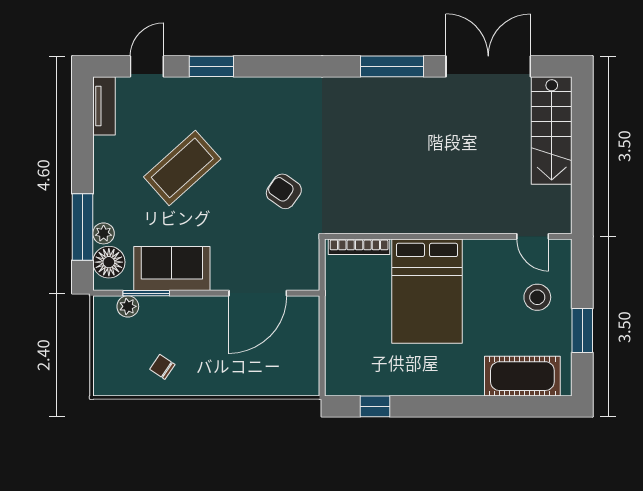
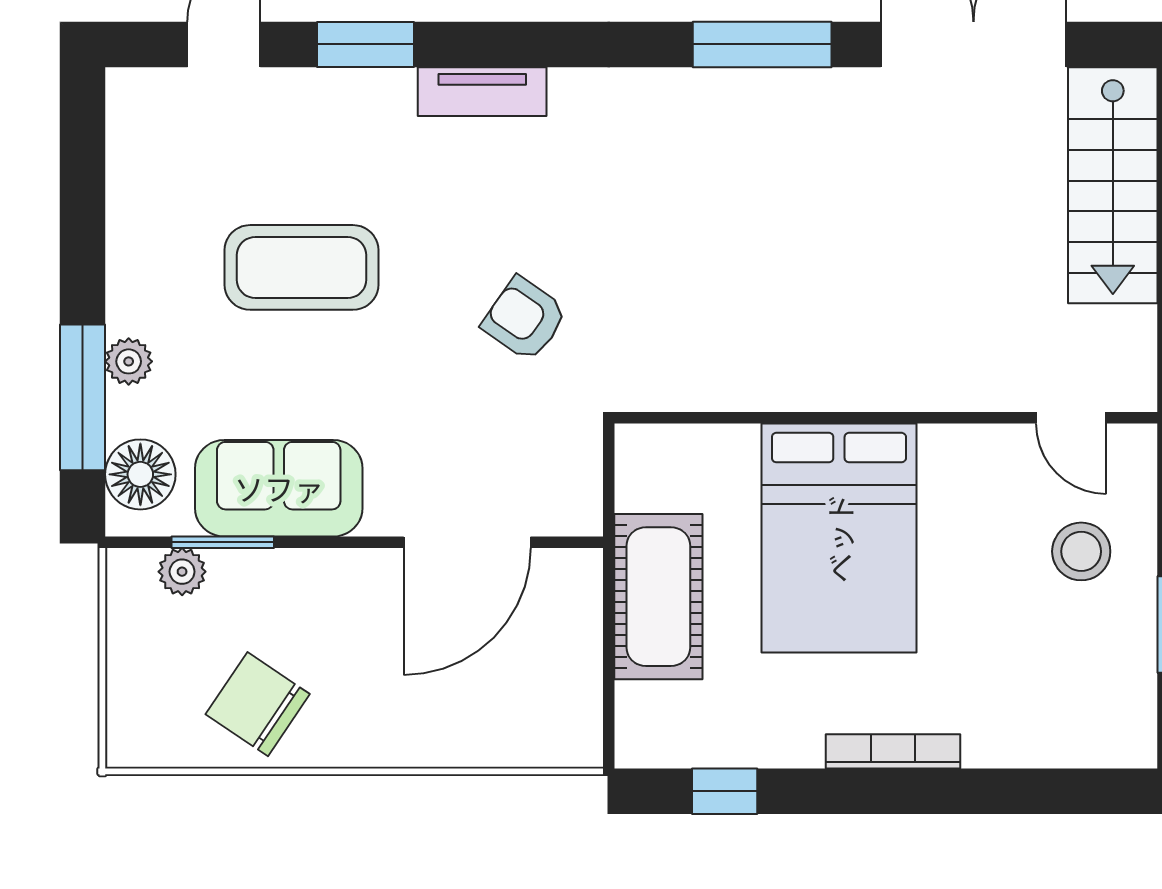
tv unit: (104, 106) -> (482, 92), moved, turned 90
coffee table: (182, 168) -> (302, 267), turned 42
plant: (104, 233) -> (129, 361), moved
bookcase: (359, 247) -> (893, 751), moved, turned 180
chair: (162, 367) -> (258, 704), width x1.87, depth x1.87
cot: (522, 376) -> (658, 597), moved, turned 90

